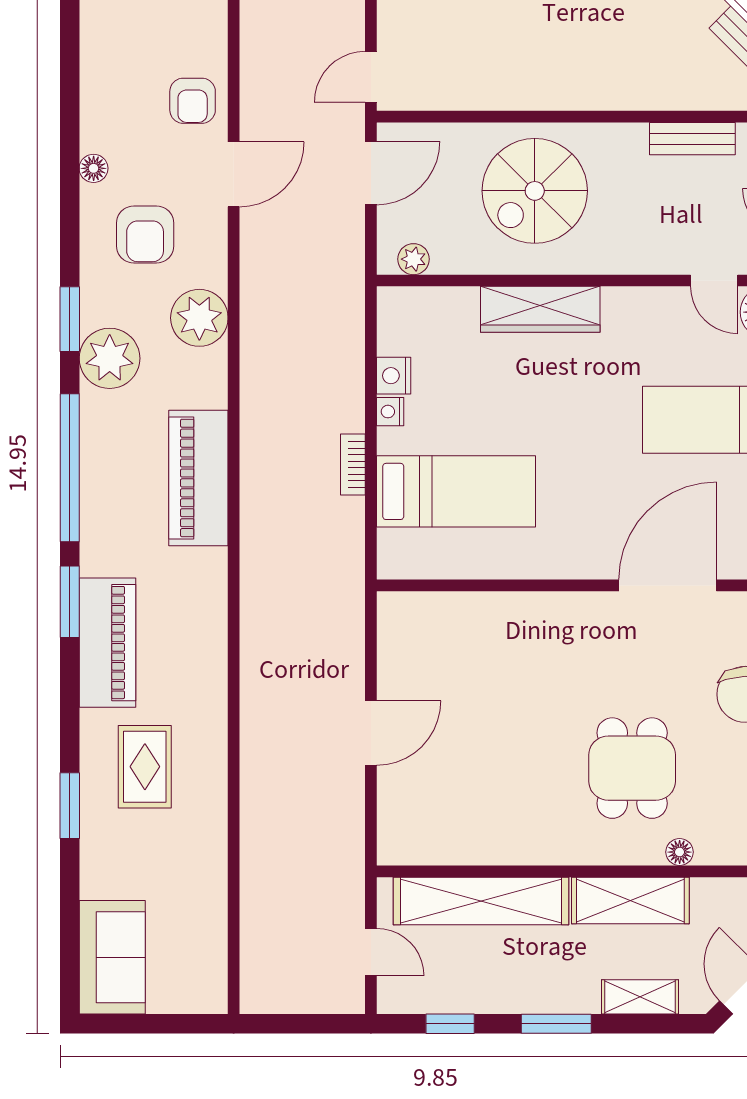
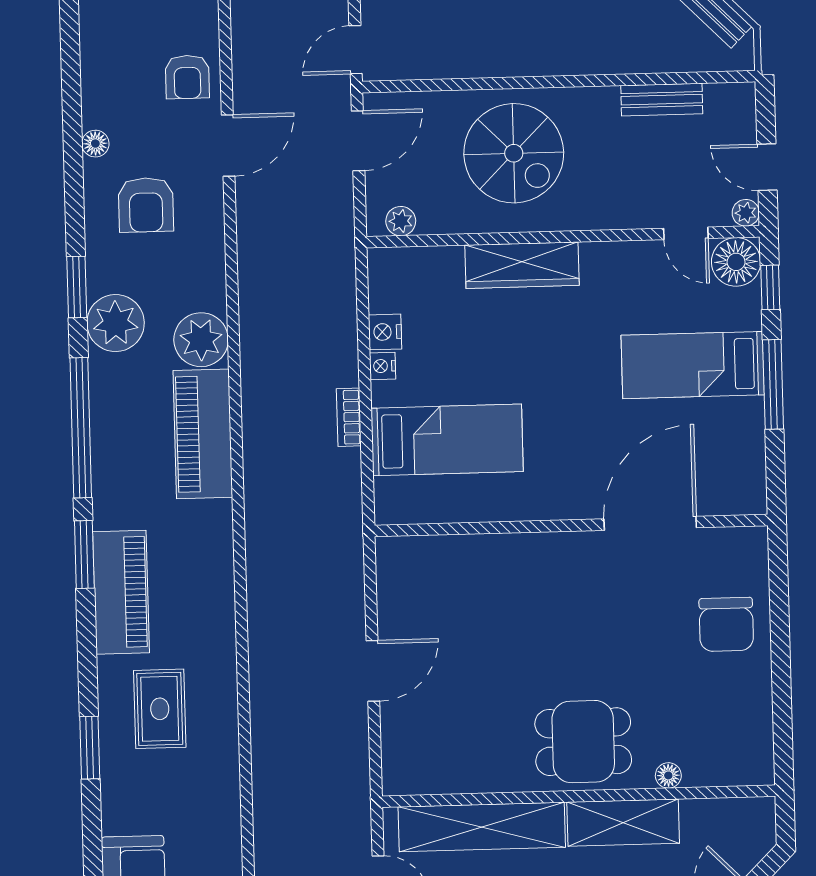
spiral stairs: (535, 191) -> (514, 153), turned -90
plant: (199, 318) -> (201, 340), moved
dining table: (632, 768) -> (583, 742), moved, turned 90

